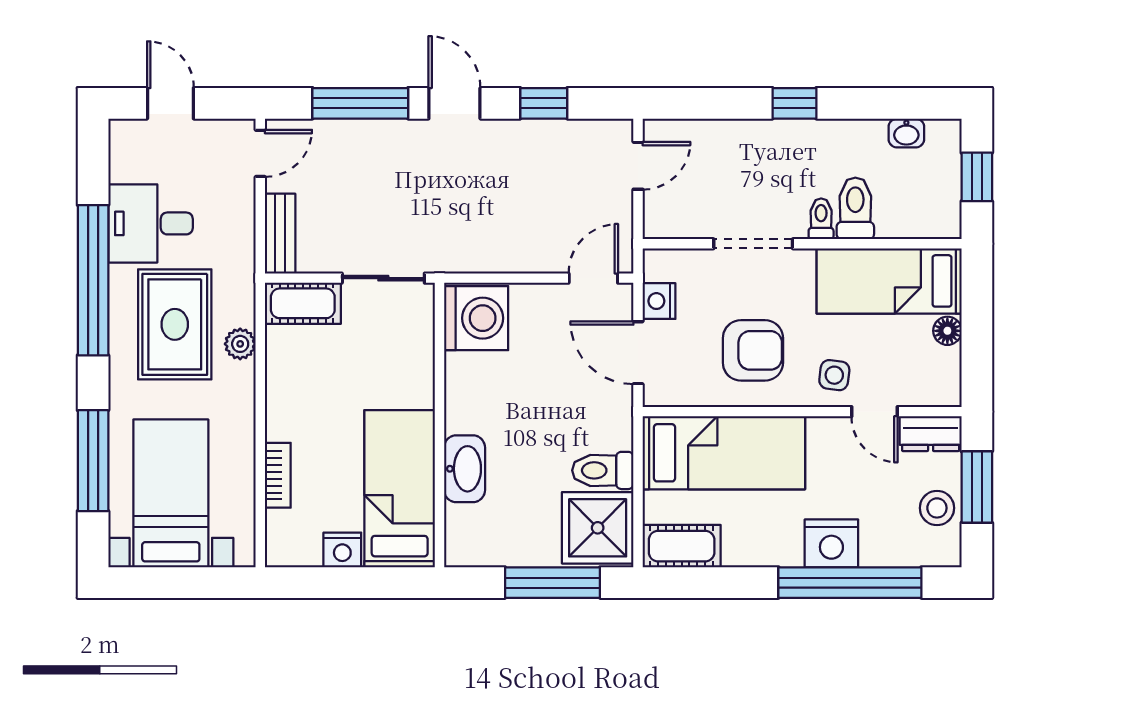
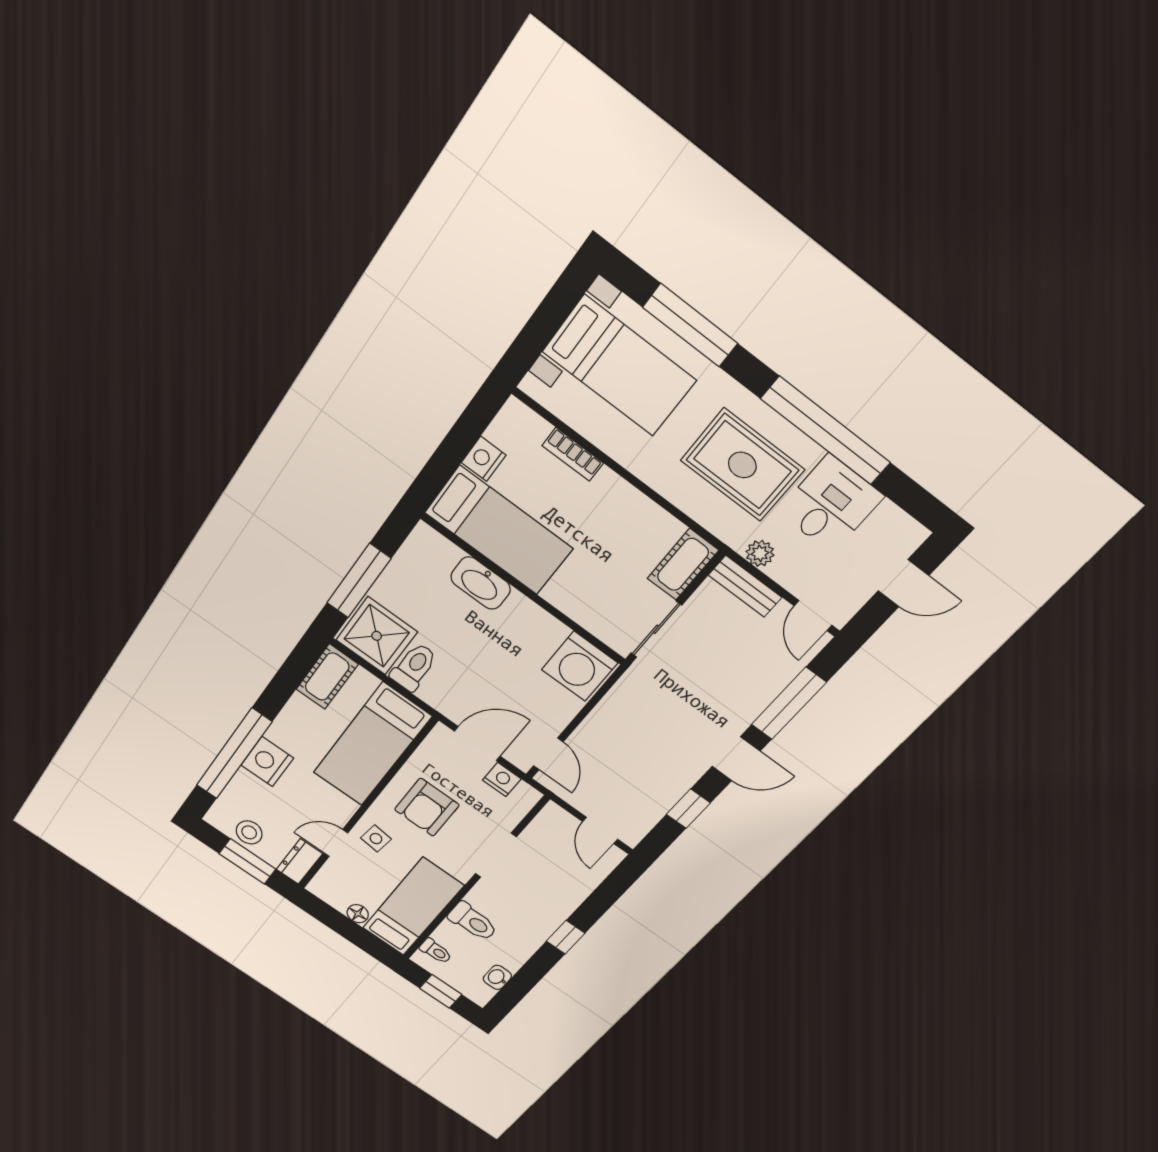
toilet: (821, 219) -> (436, 951), moved
plant: (240, 344) -> (760, 553), moved

